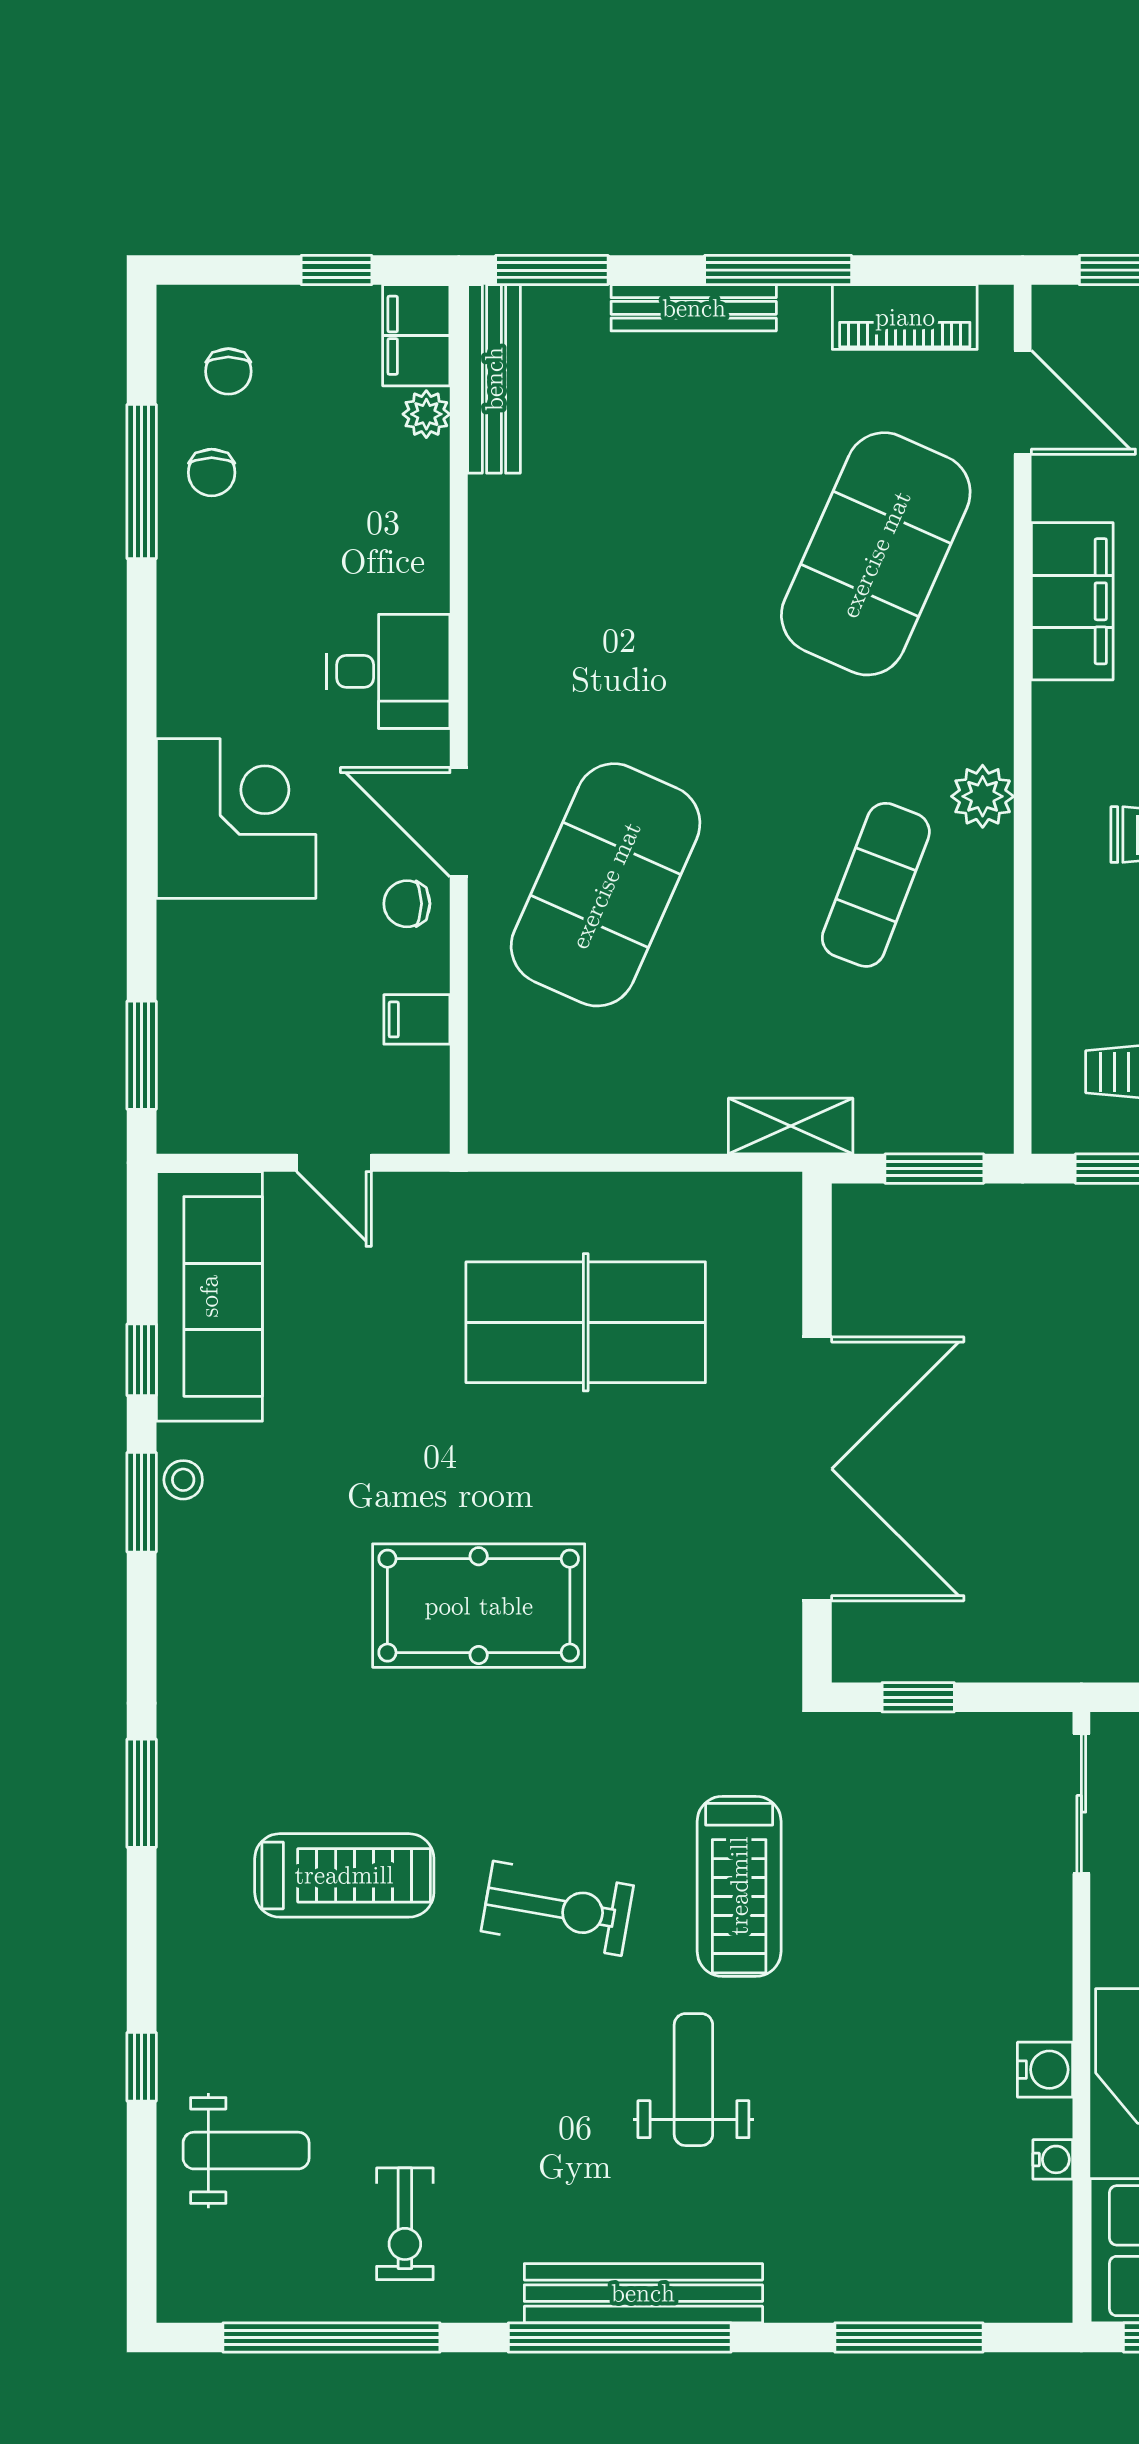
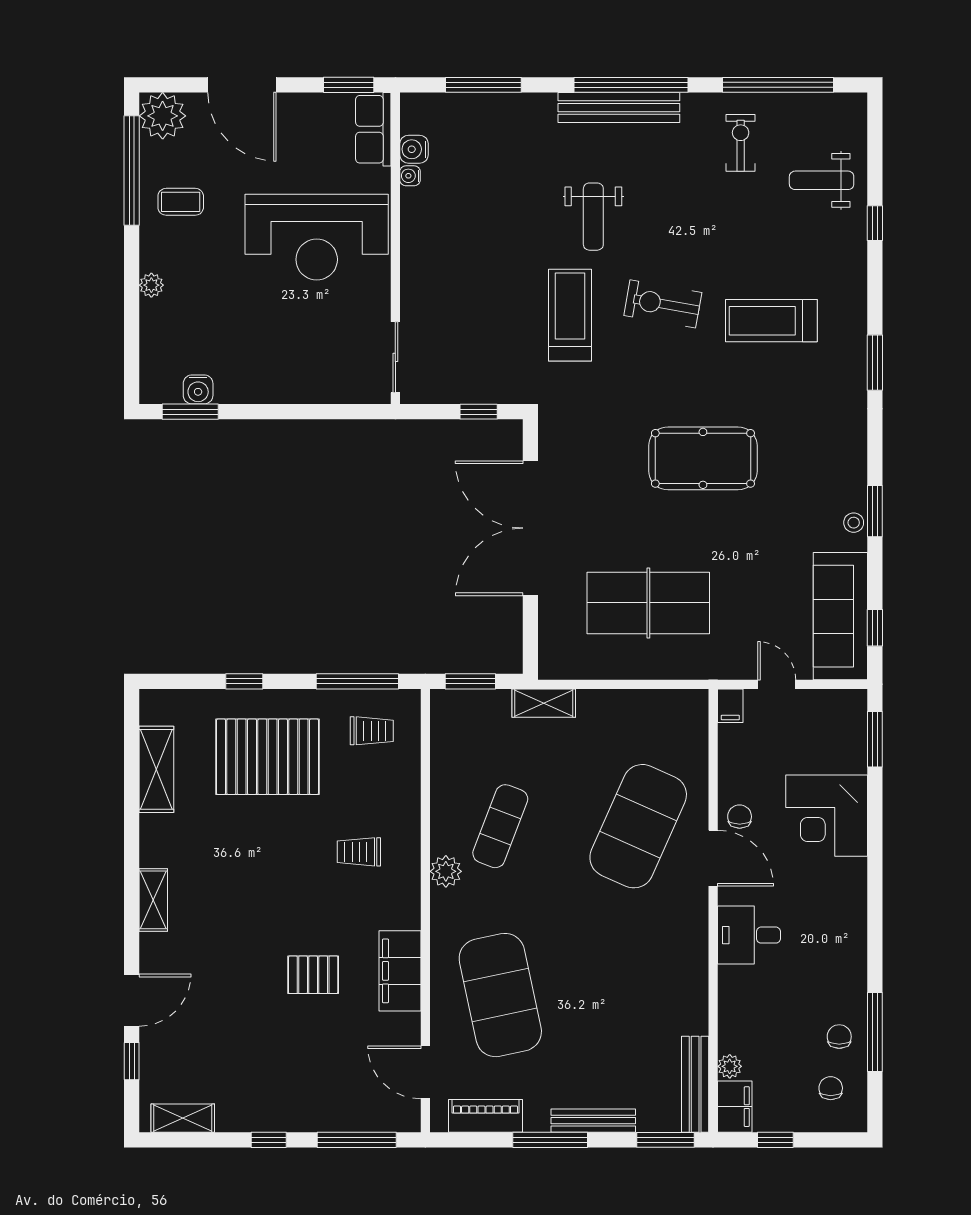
exercise mat: (876, 554) -> (500, 995), turned -36
corner desk: (236, 818) -> (827, 816), moved
chair: (407, 904) -> (740, 817), turned -90
filing cabinet: (417, 1019) -> (730, 706), moved, turned 90
window: (142, 1360) -> (875, 628), moved
water cooler: (1045, 2070) -> (414, 149), moved

